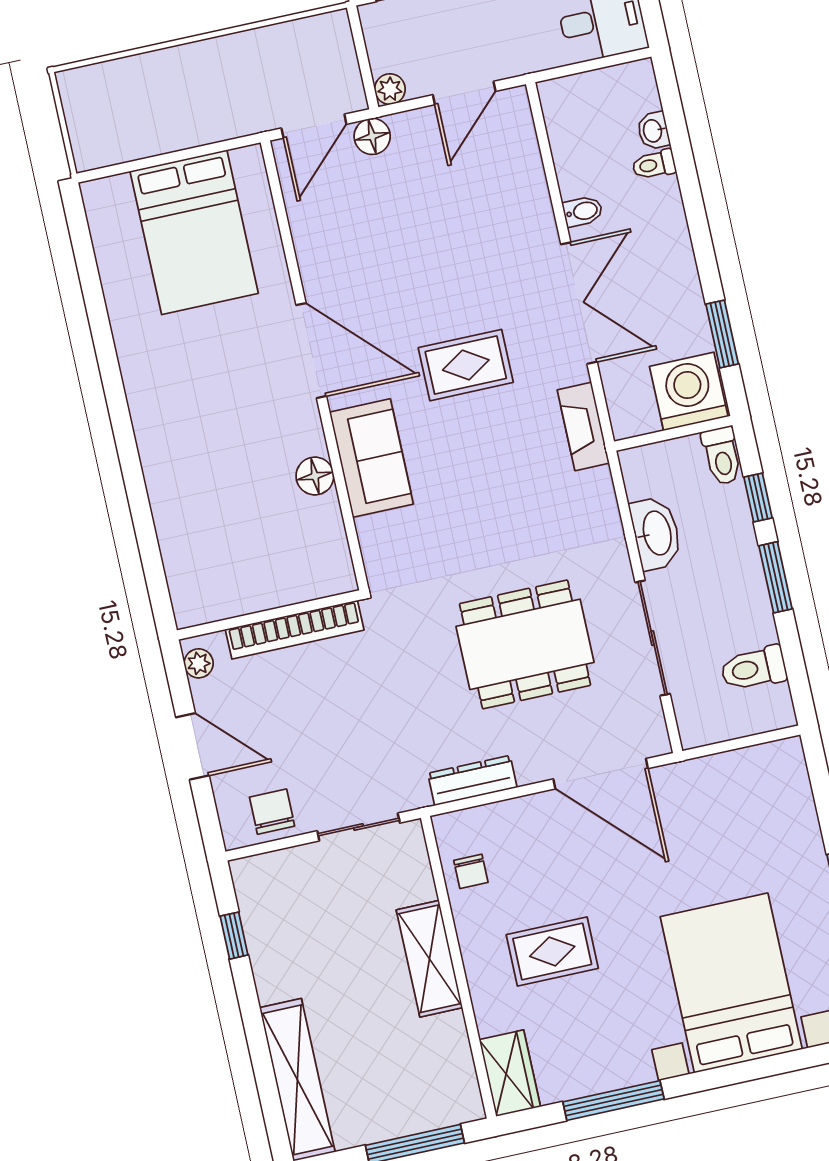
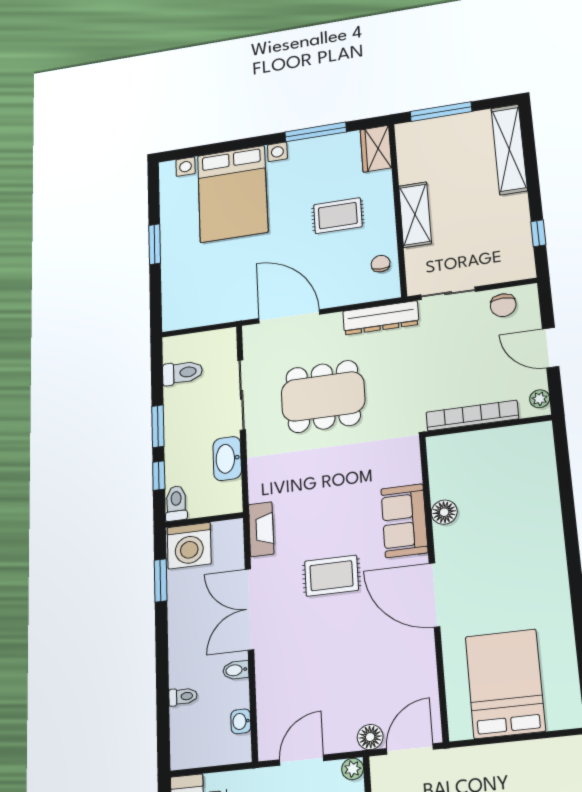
washbasin: (653, 131) -> (241, 721), moved, turned 180
dresser: (472, 780) -> (381, 318), width x1.37, depth x1.24

